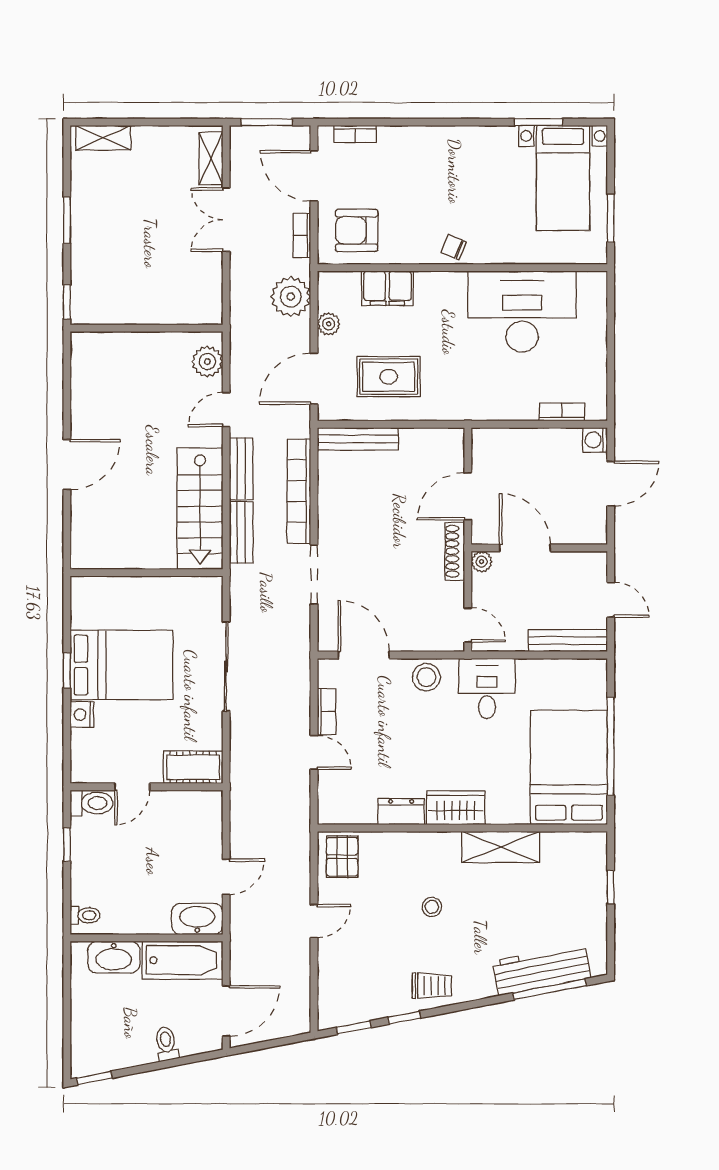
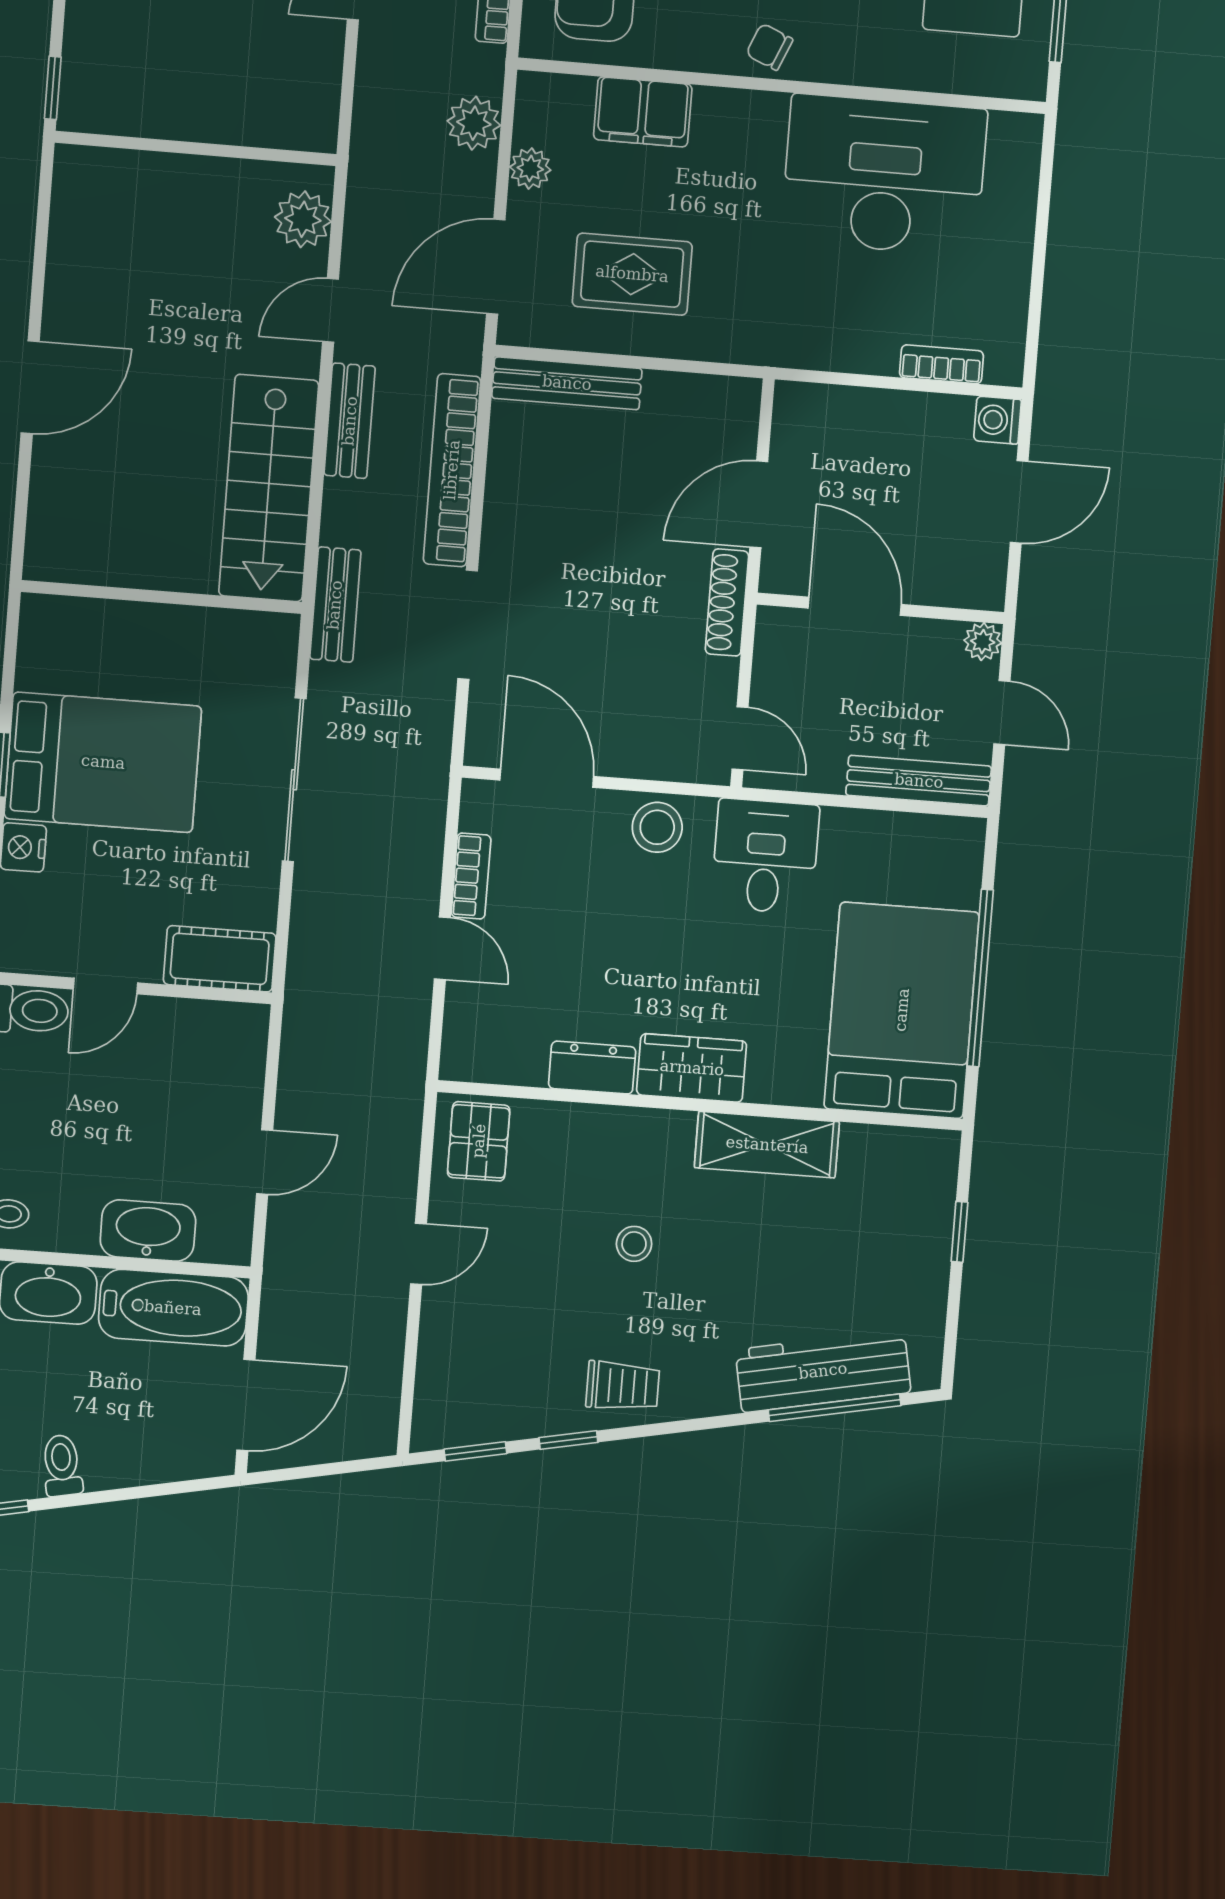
plant: (291, 297) -> (474, 123), width x0.73, depth x0.73
bench: (241, 532) -> (335, 605), moved
plant: (482, 562) -> (983, 642), moved
washbasin: (197, 919) -> (148, 1231), moved
toilet: (166, 1044) -> (62, 1465), moved

